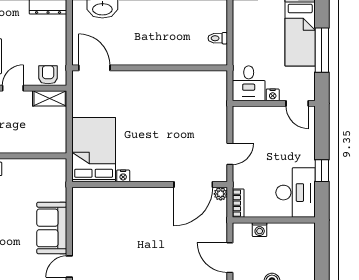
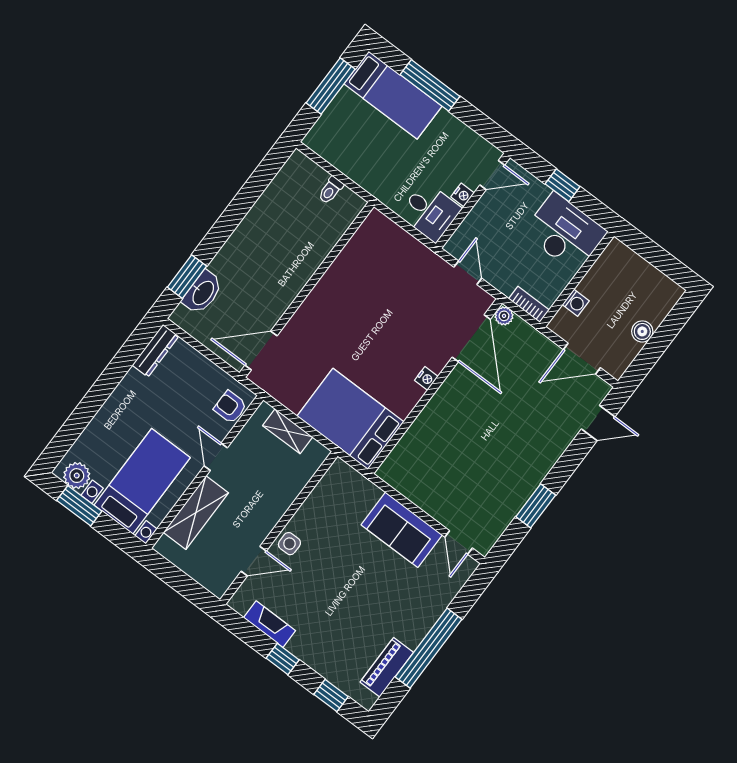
desk: (249, 83) -> (430, 212), moved
nightstand: (273, 95) -> (463, 195), moved
shelving: (50, 98) -> (288, 431), moved, turned 90
wall: (274, 103) -> (473, 201), moved
door: (297, 103) -> (492, 175), moved
nightstand: (123, 176) -> (426, 378), moved

